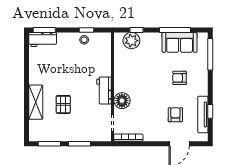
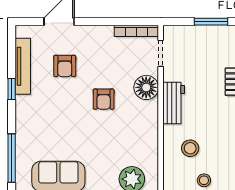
stool: (93, 61) -> (190, 148), added
armchair: (180, 78) -> (104, 99), moved, turned 90
window: (210, 111) -> (12, 89), moved

